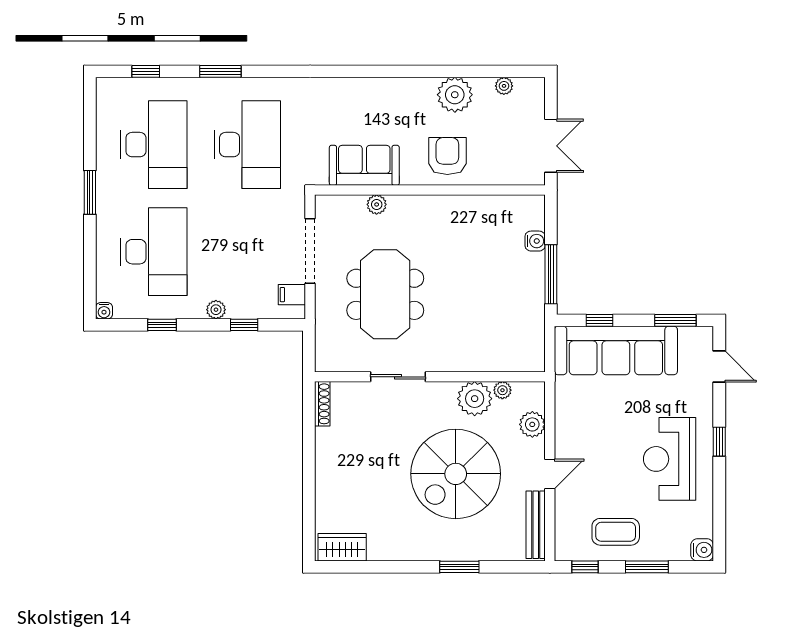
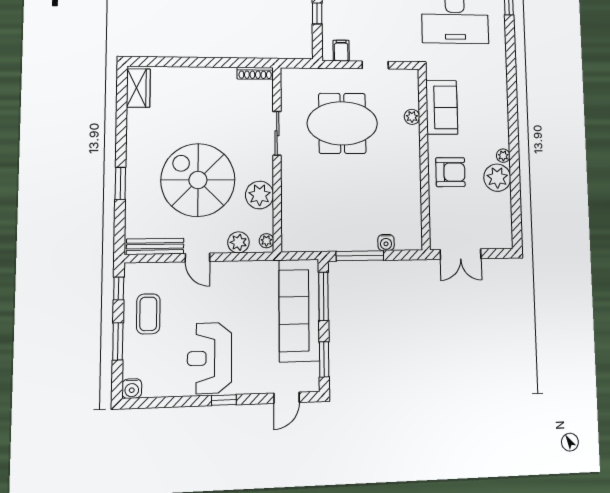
plant: (504, 86) -> (503, 156), moved
doorway: (310, 251) -> (375, 65), width x0.53
window: (599, 320) -> (323, 296), width x2.17
plant: (502, 390) -> (266, 241), moved
reception desk: (670, 459) -> (209, 358), turned -90

